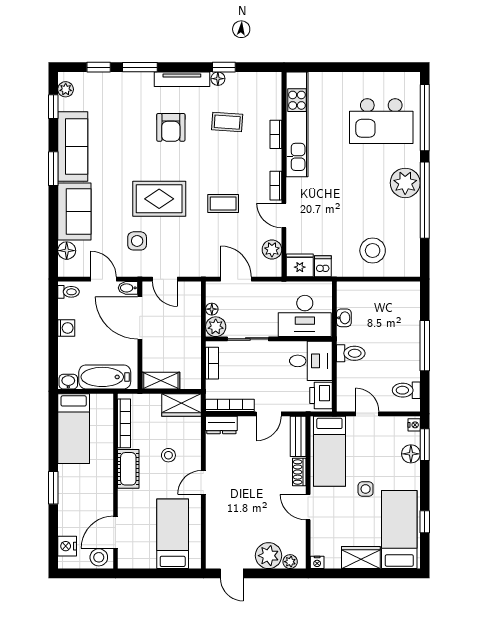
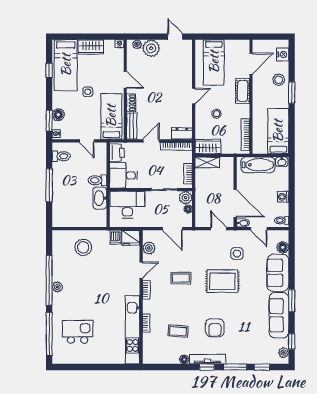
window: (224, 67) -> (207, 367), moved
kitchen island: (381, 121) -> (78, 332), width x0.73, depth x0.78
armchair: (171, 127) -> (215, 328), turned 180
plant: (405, 183) -> (57, 287), width x0.53, depth x0.53
door: (284, 216) -> (141, 270), hinge flipped
washbasin: (344, 318) -> (100, 198), width x1.91, depth x1.45
shelving: (161, 381) -> (207, 162), moved
cot: (128, 469) -> (243, 91), moved
stool: (99, 557) -> (279, 80), moved

